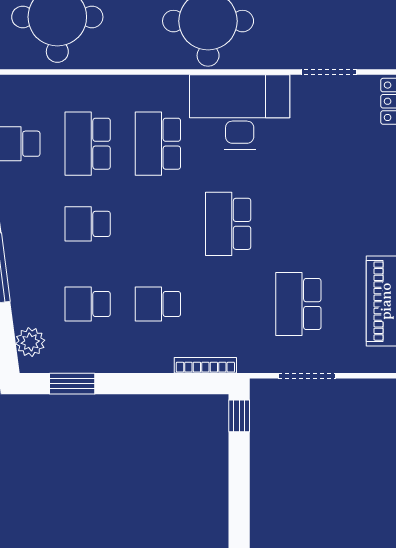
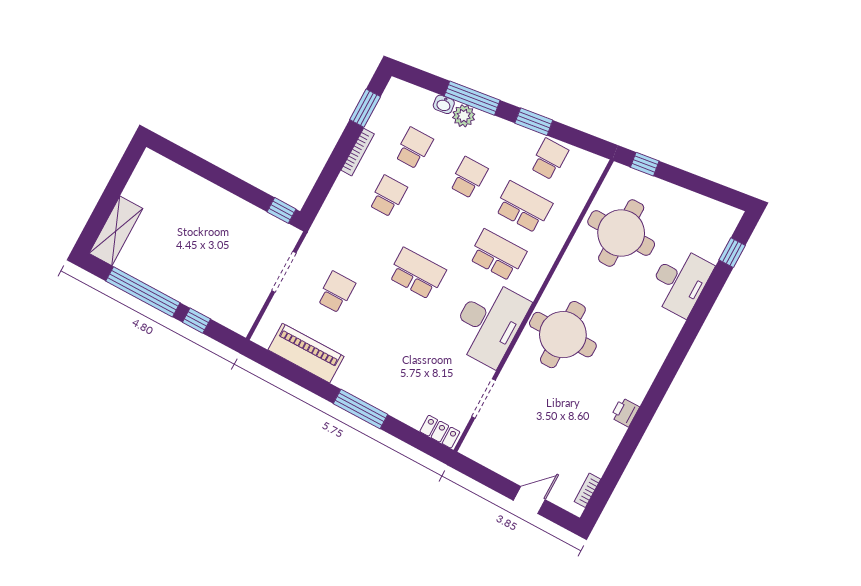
washbasin: (20, 297) -> (444, 104), added
school desk: (298, 304) -> (336, 292), width x0.54
plant: (30, 342) -> (464, 116), moved
bookcase: (205, 365) -> (358, 152), moved

